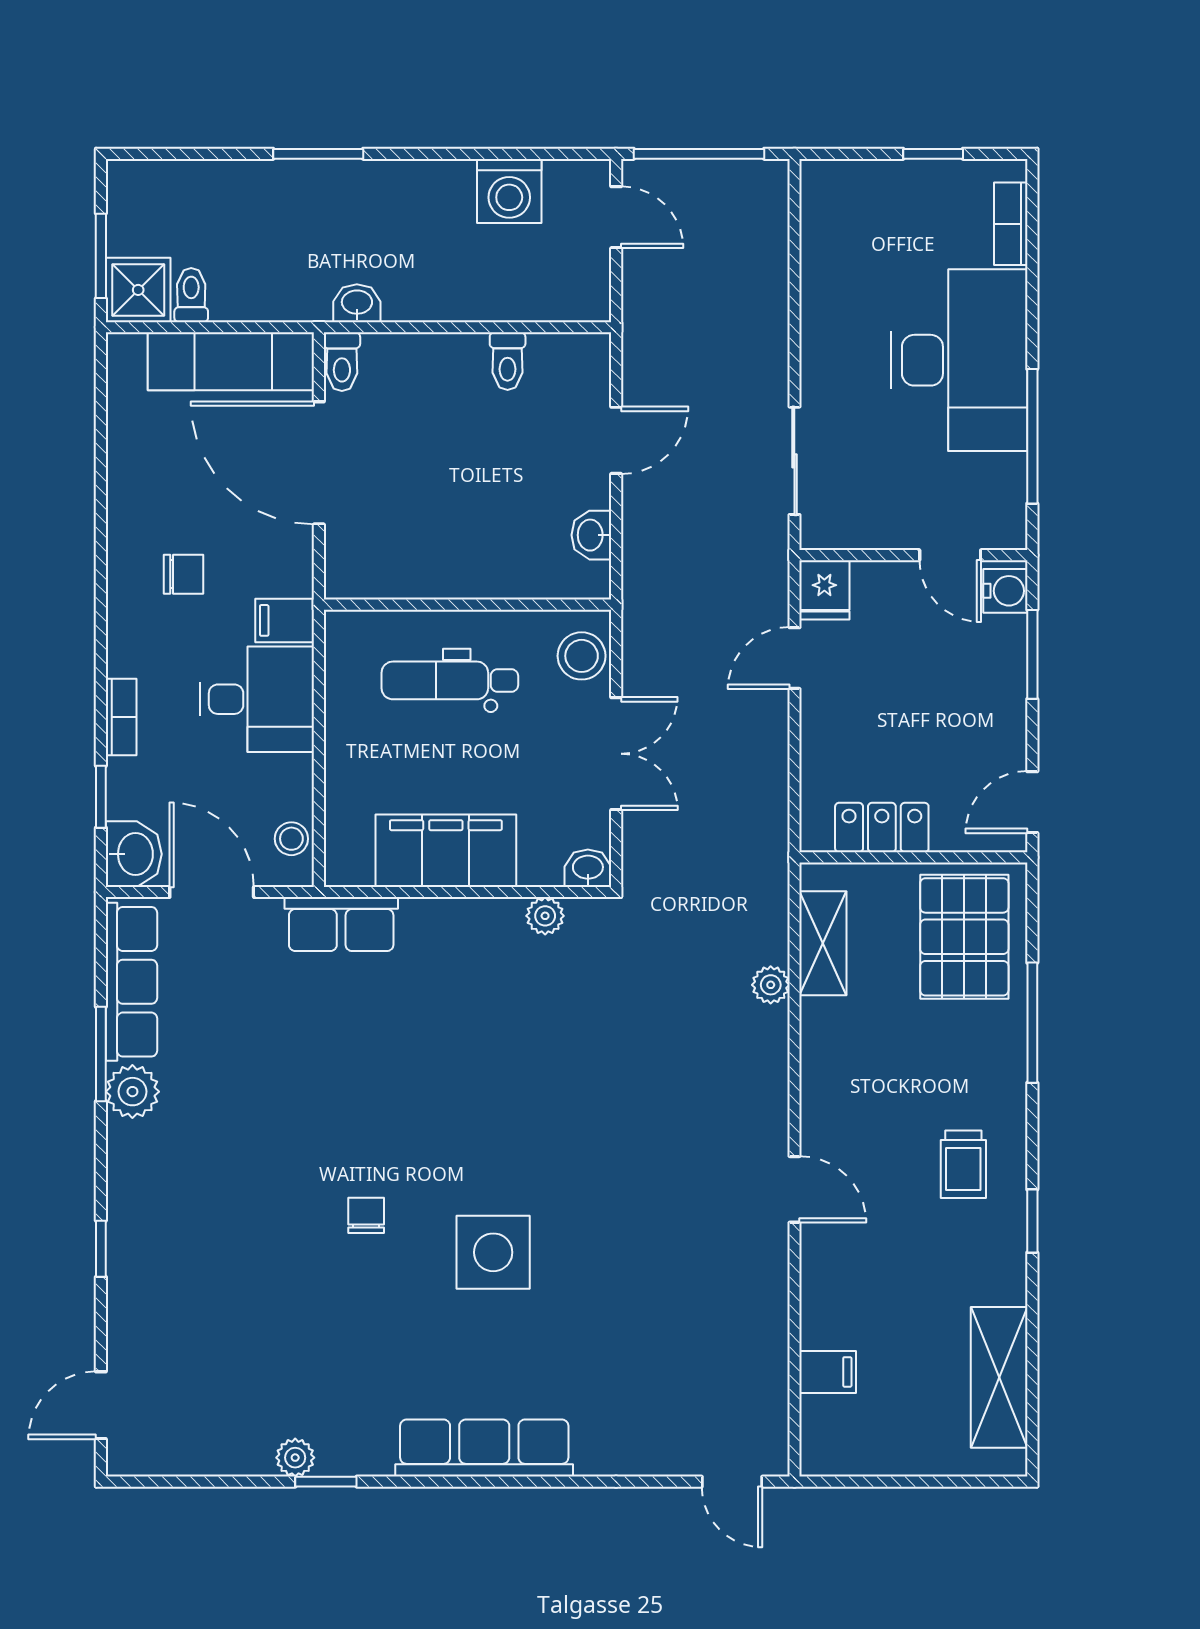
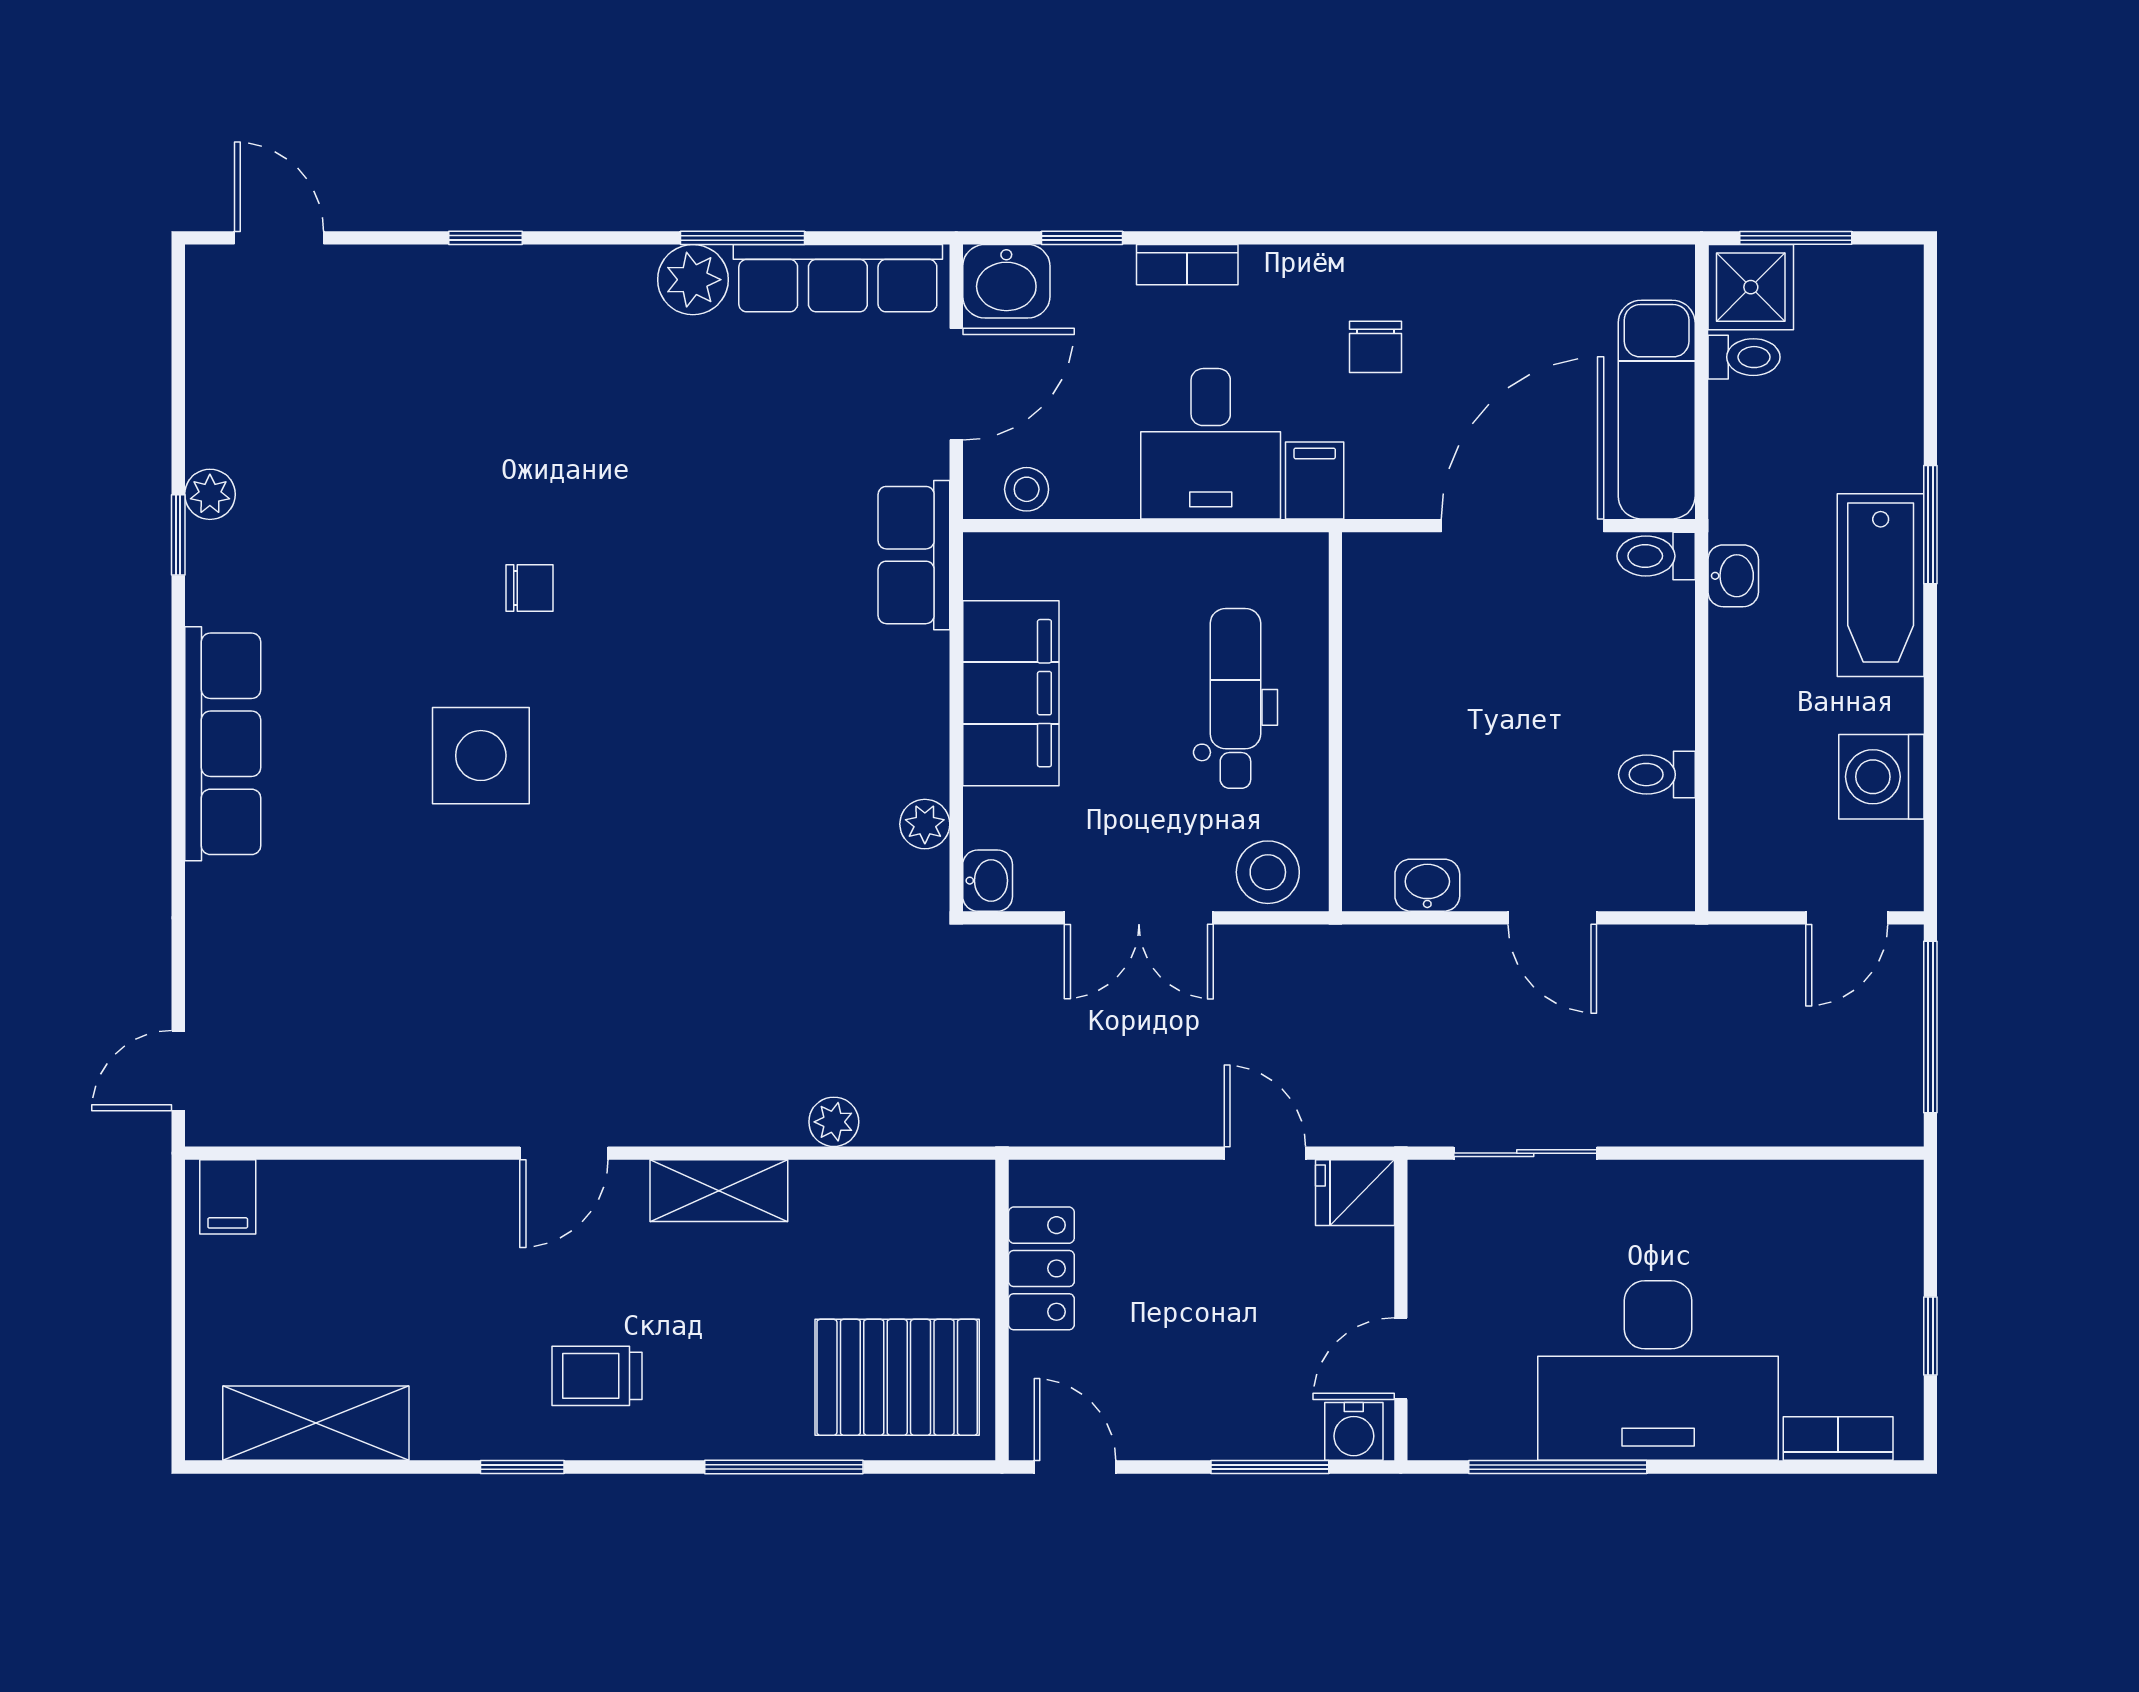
bathtub: (364, 191) -> (1881, 585), added
shelving: (823, 943) -> (719, 1191), moved
filing cabinet: (828, 1372) -> (228, 1197), moved

